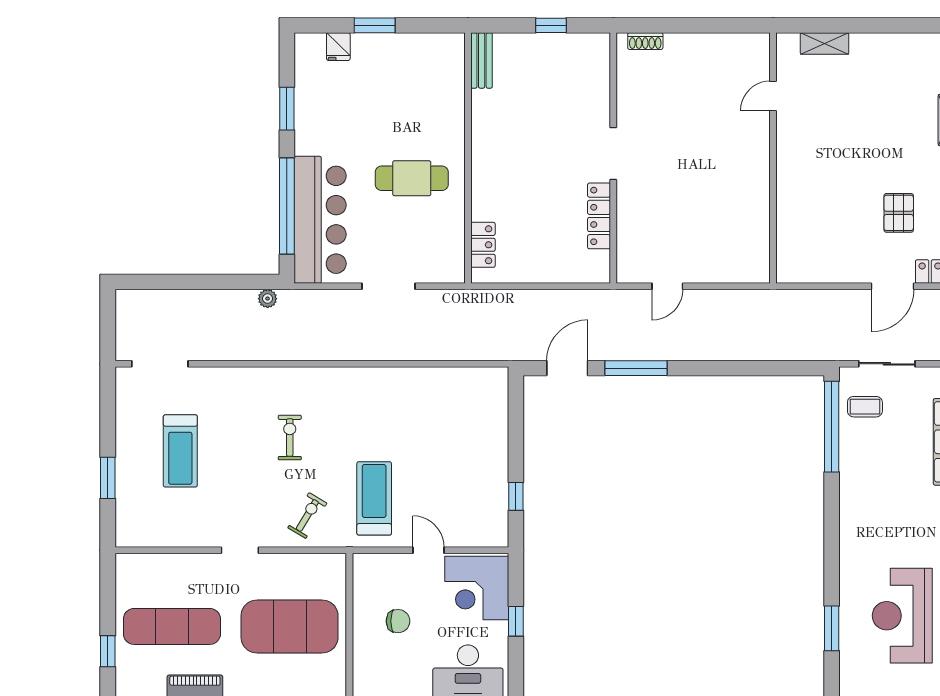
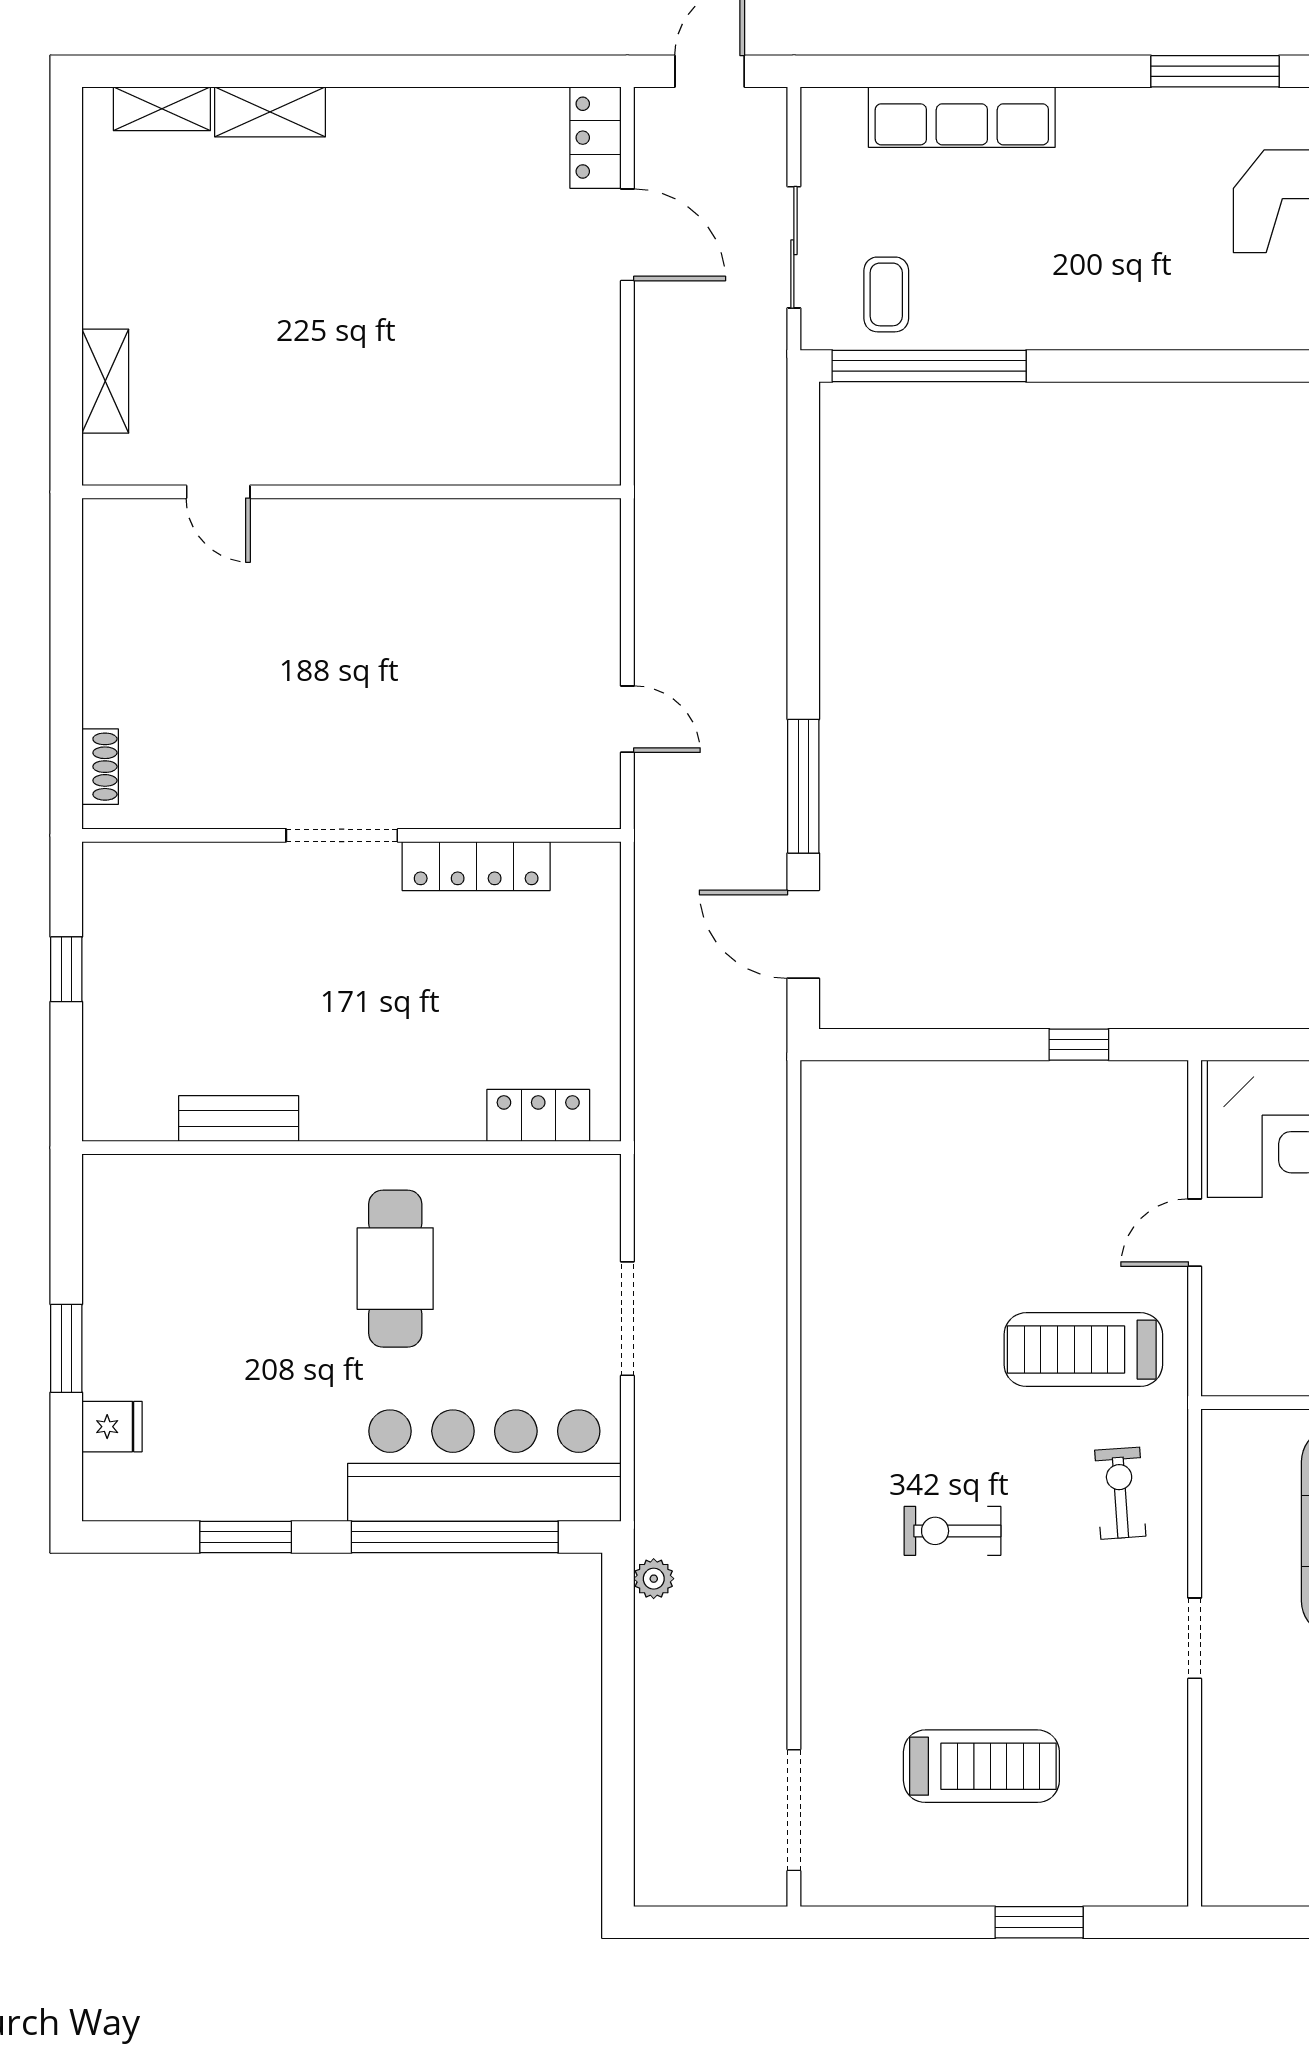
bench: (482, 60) -> (239, 1119), moved
pallet: (899, 213) -> (470, 222), removed
exercise bike: (307, 516) -> (1120, 1493), turned 55

